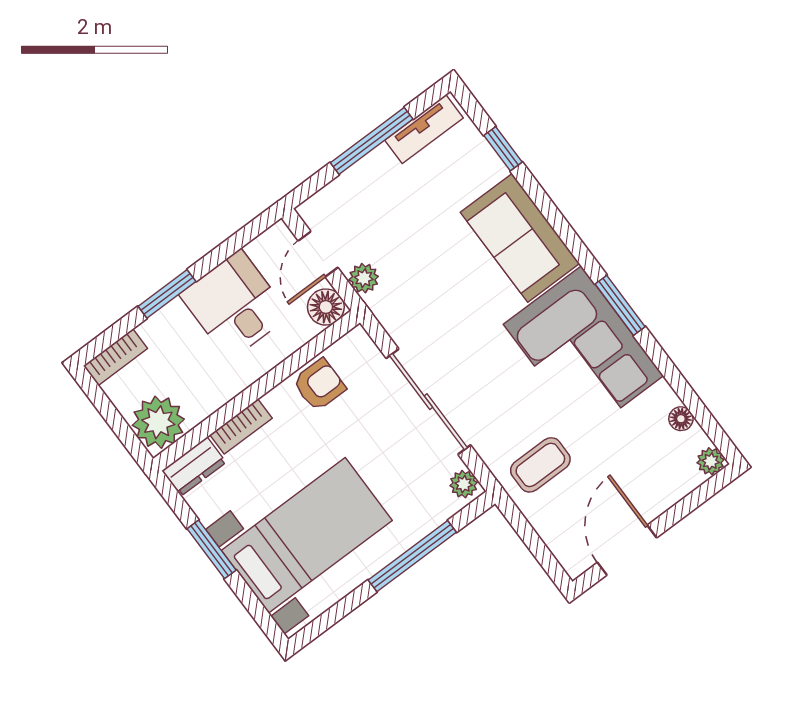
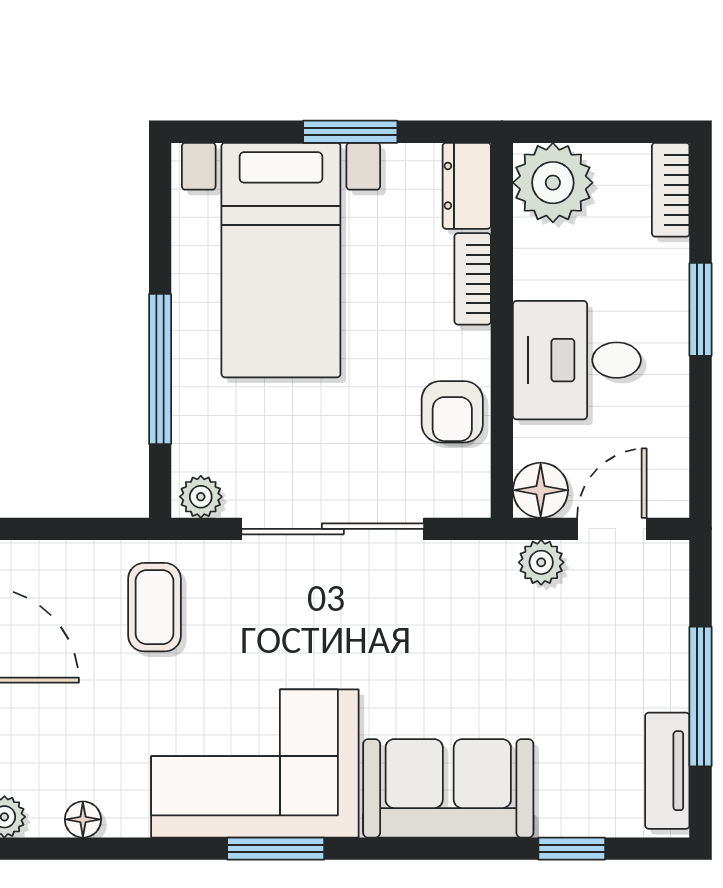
door: (318, 254) -> (612, 529), hinge flipped
desk: (235, 305) -> (577, 360), moved, turned 180

